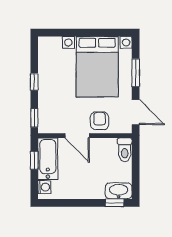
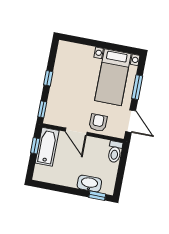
bed with nightstands: (97, 67) -> (113, 77), width x0.73
washing machine: (44, 187) -> (39, 171), removed
washbasin: (119, 191) -> (89, 184), moved

